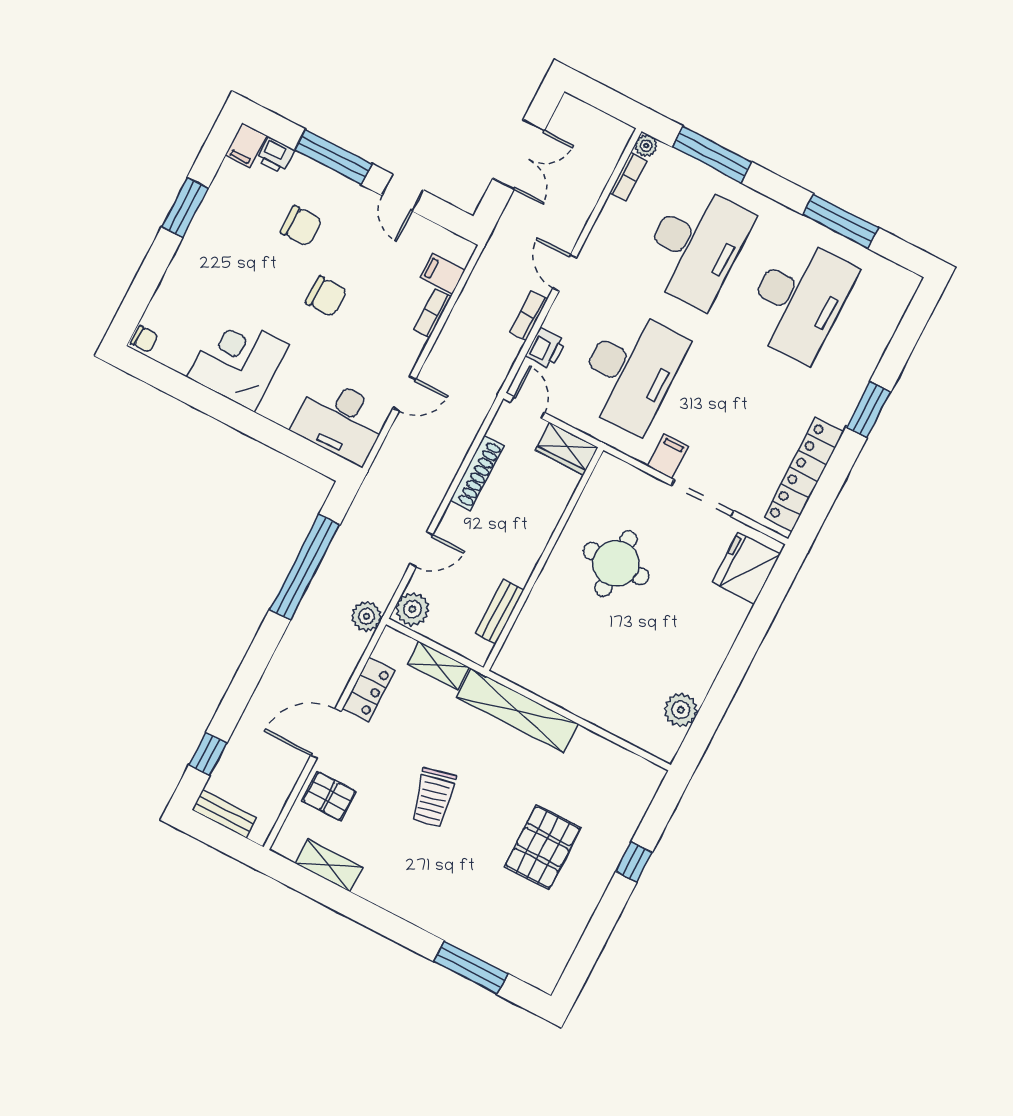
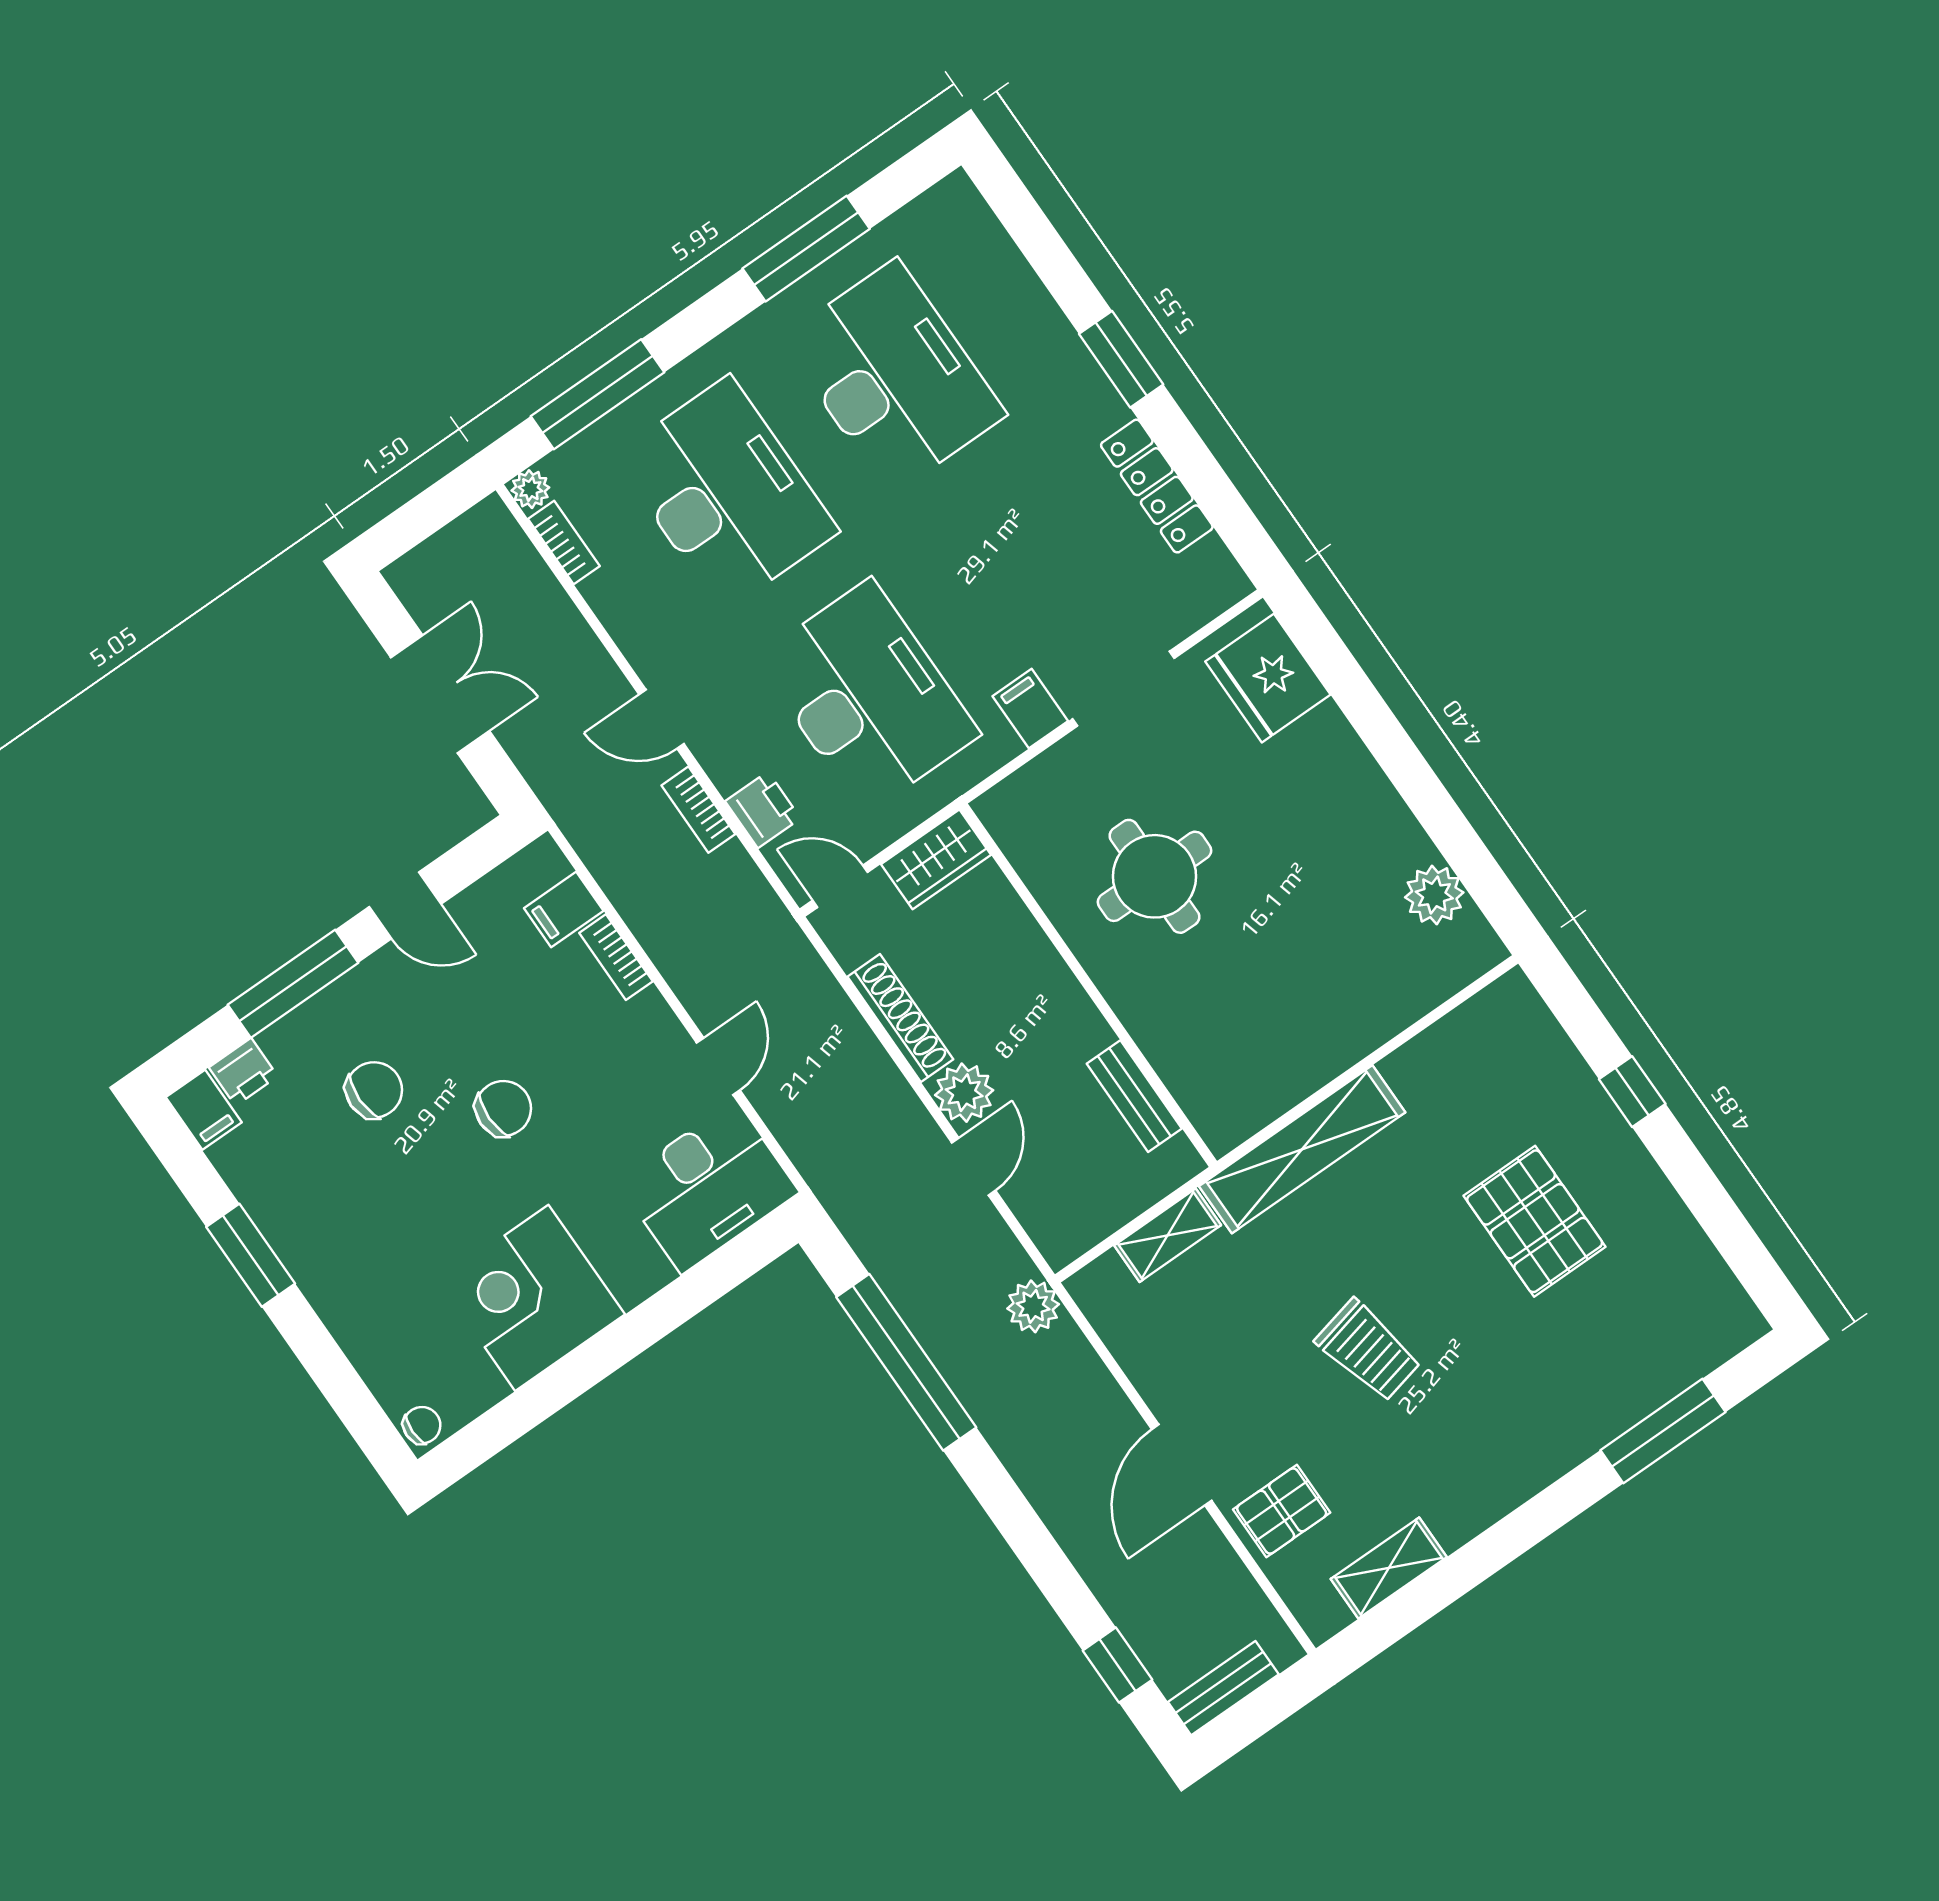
locker: (804, 475) -> (1157, 486), width x0.71, depth x0.83
plant: (412, 609) -> (964, 1093), moved
locker: (369, 689) -> (1148, 1363), removed

